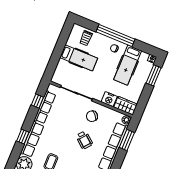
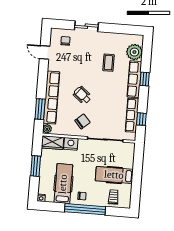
window: (154, 75) -> (36, 166), moved

